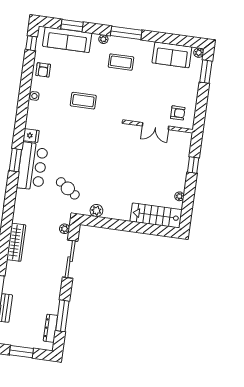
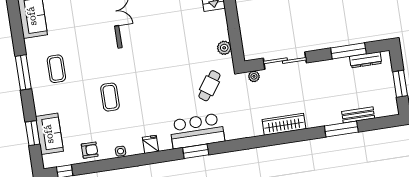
plant: (103, 39) -> (37, 95), removed
sofa: (67, 40) -> (49, 134), width x0.73
fridge: (31, 136) -> (150, 144), moved

